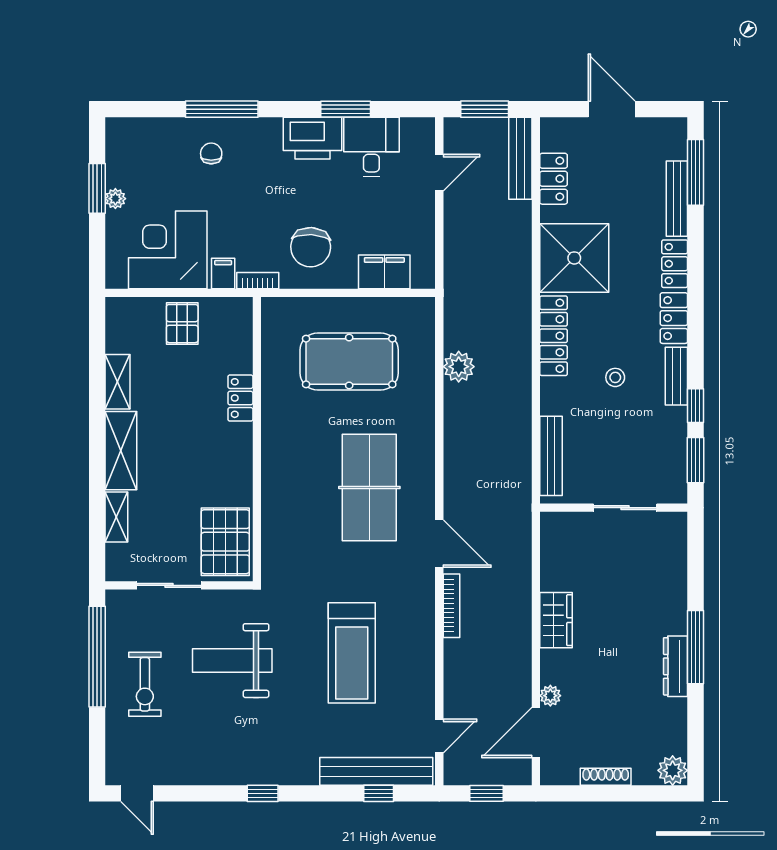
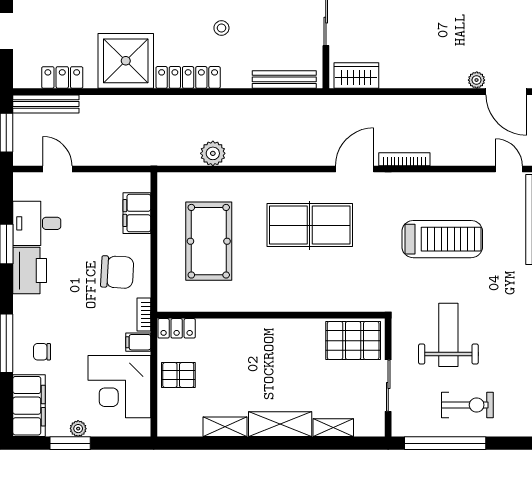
filing cabinet: (144, 137) -> (29, 406), added
locker: (240, 398) -> (177, 328), moved
wardrobe: (556, 620) -> (356, 75), moved
weight bench: (232, 661) -> (448, 335), turned 180

